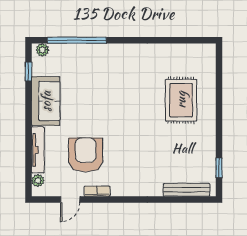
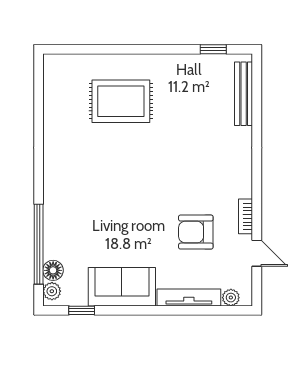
floor lamp: (58, 51) -> (53, 270), added
armchair: (86, 155) -> (196, 232), width x0.73, depth x0.73

